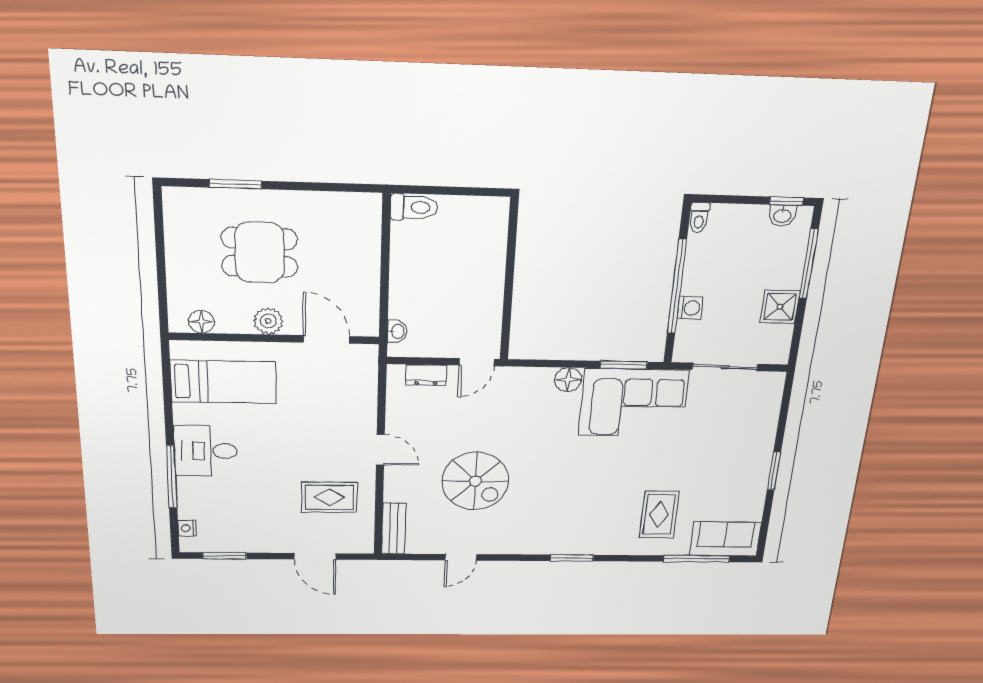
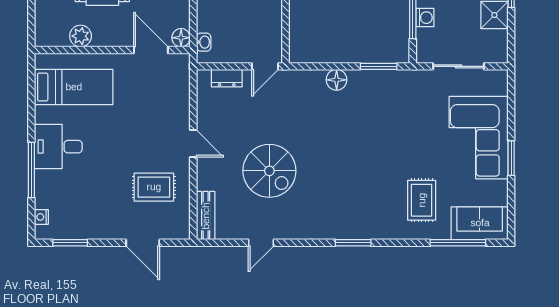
plant: (268, 321) -> (81, 36), moved
floor lamp: (201, 322) -> (181, 38), moved
corner sofa: (633, 403) -> (479, 138), moved, turned 90

